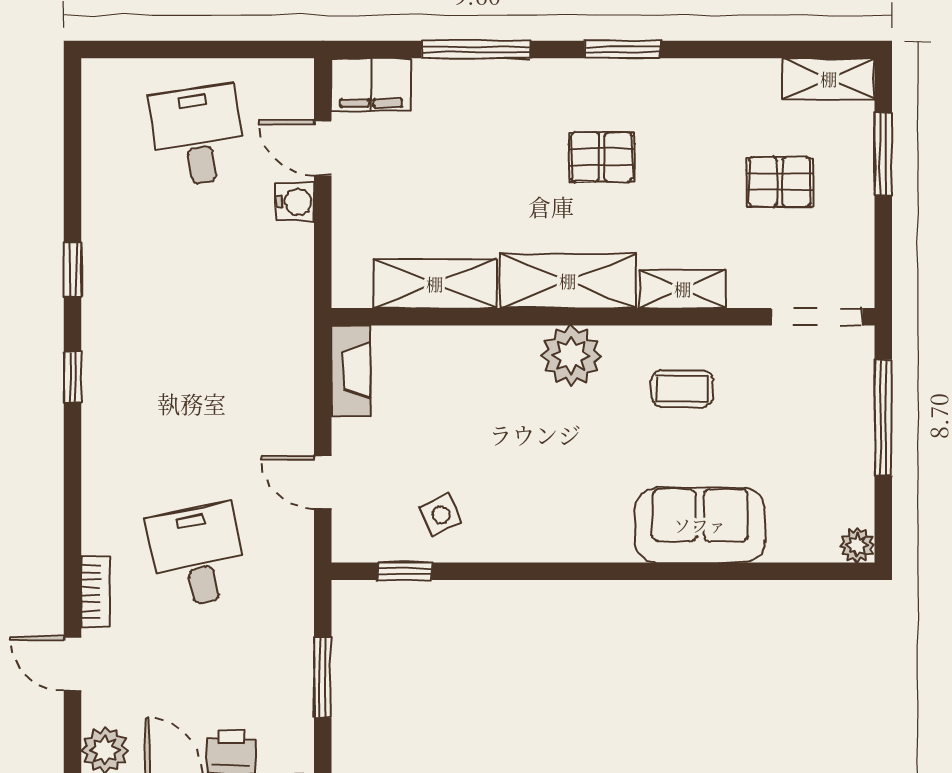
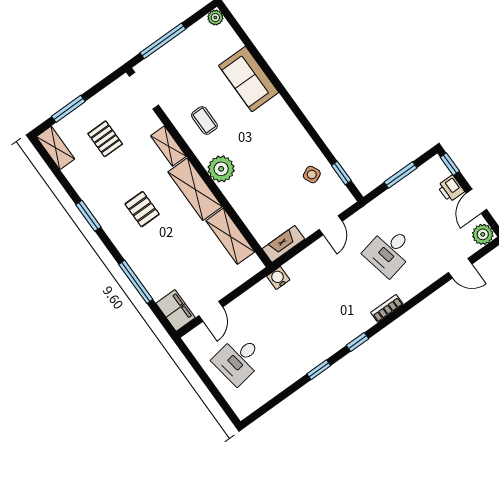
window: (622, 49) -> (88, 216), moved
water cooler: (295, 202) -> (278, 278), moved
bookcase: (95, 591) -> (387, 308), moved
door: (73, 664) -> (460, 268), hinge flipped

